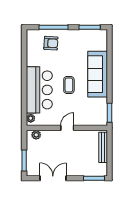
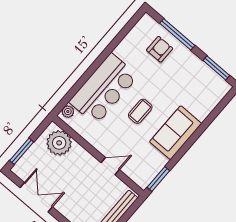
armchair: (51, 43) -> (160, 49), turned -93
sofa: (98, 74) -> (176, 133), width x0.73
door: (67, 128) -> (110, 166), moved
plant: (36, 135) -> (59, 143), width x1.87, depth x1.87

